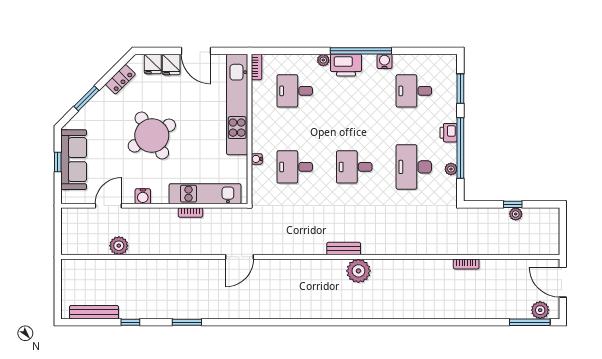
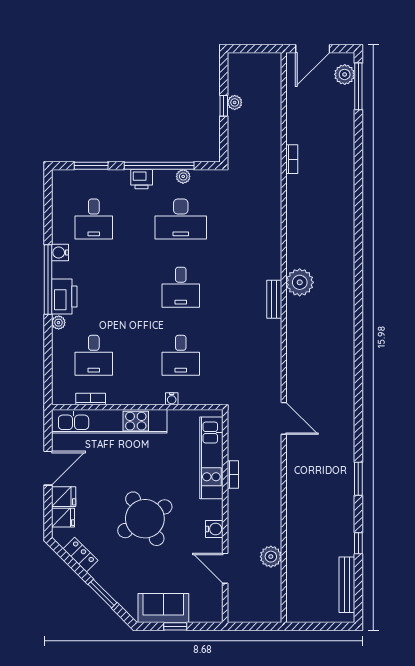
bookcase: (257, 67) -> (91, 399), moved
sofa: (74, 160) -> (163, 608), width x0.73

